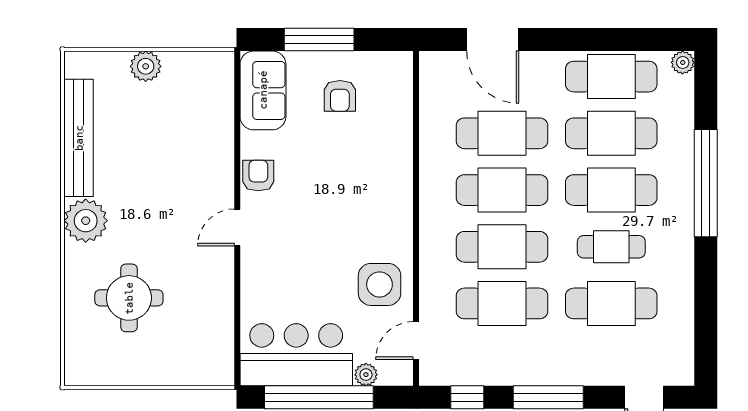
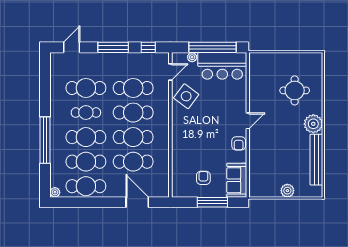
side table: (380, 284) -> (186, 96), turned 37

